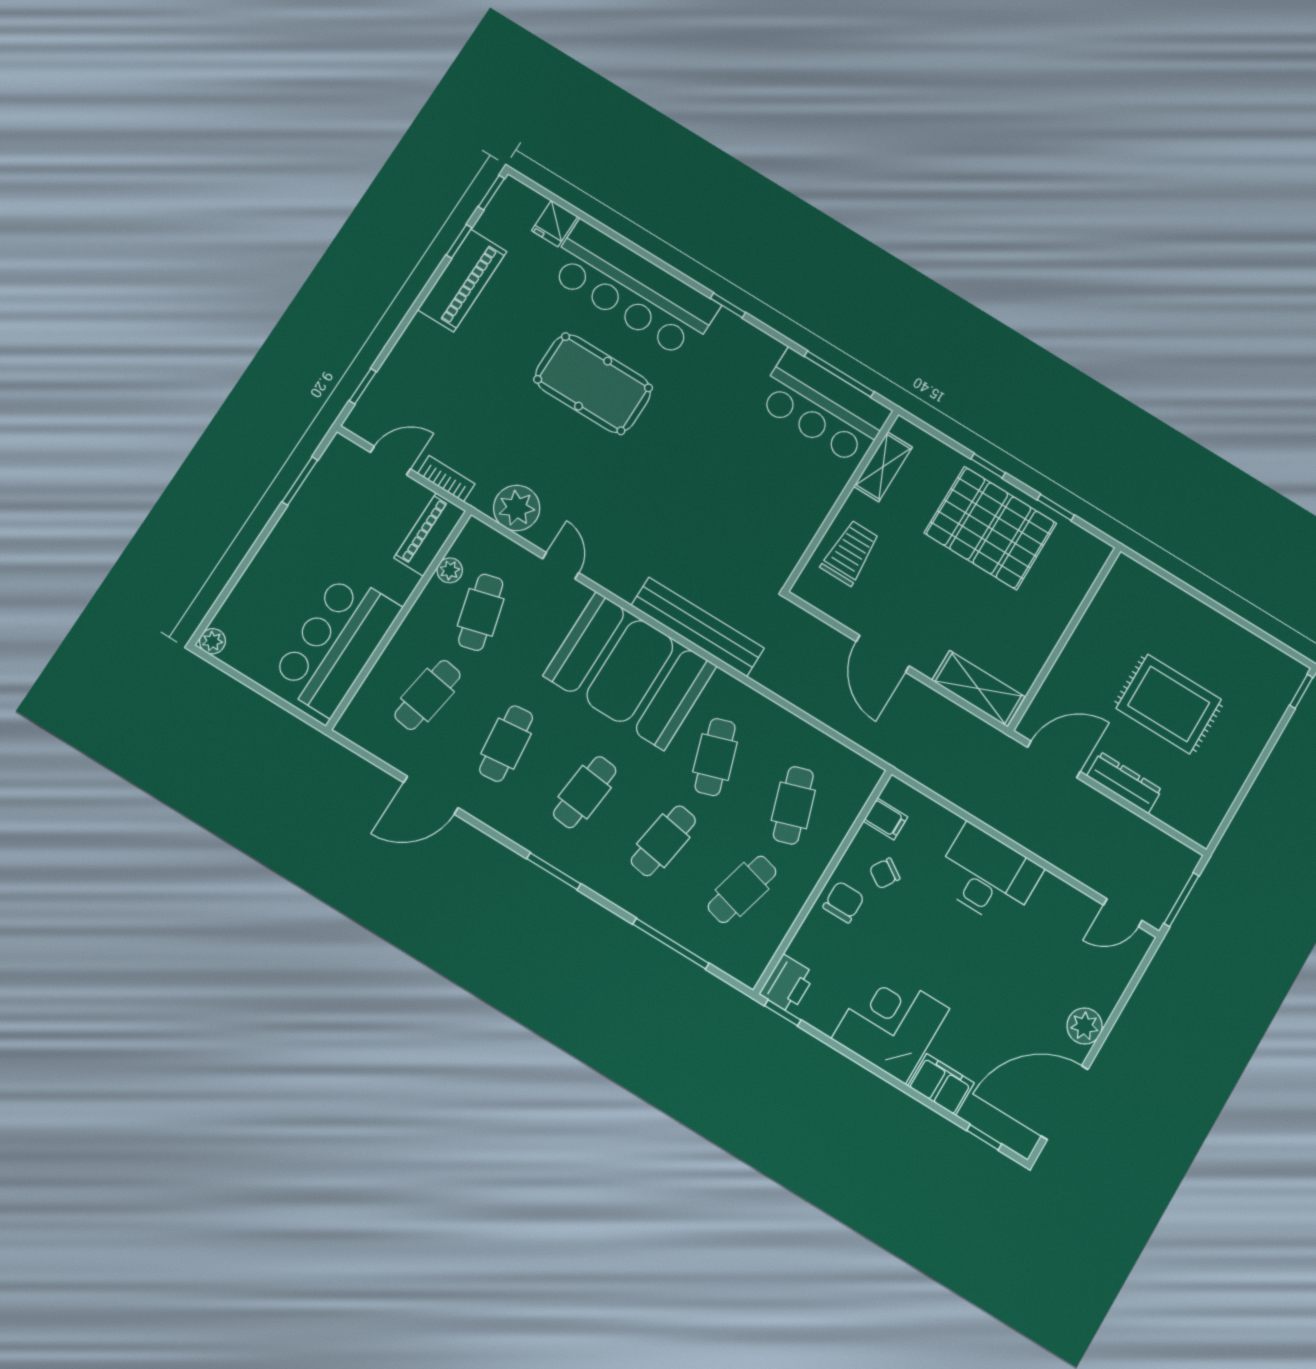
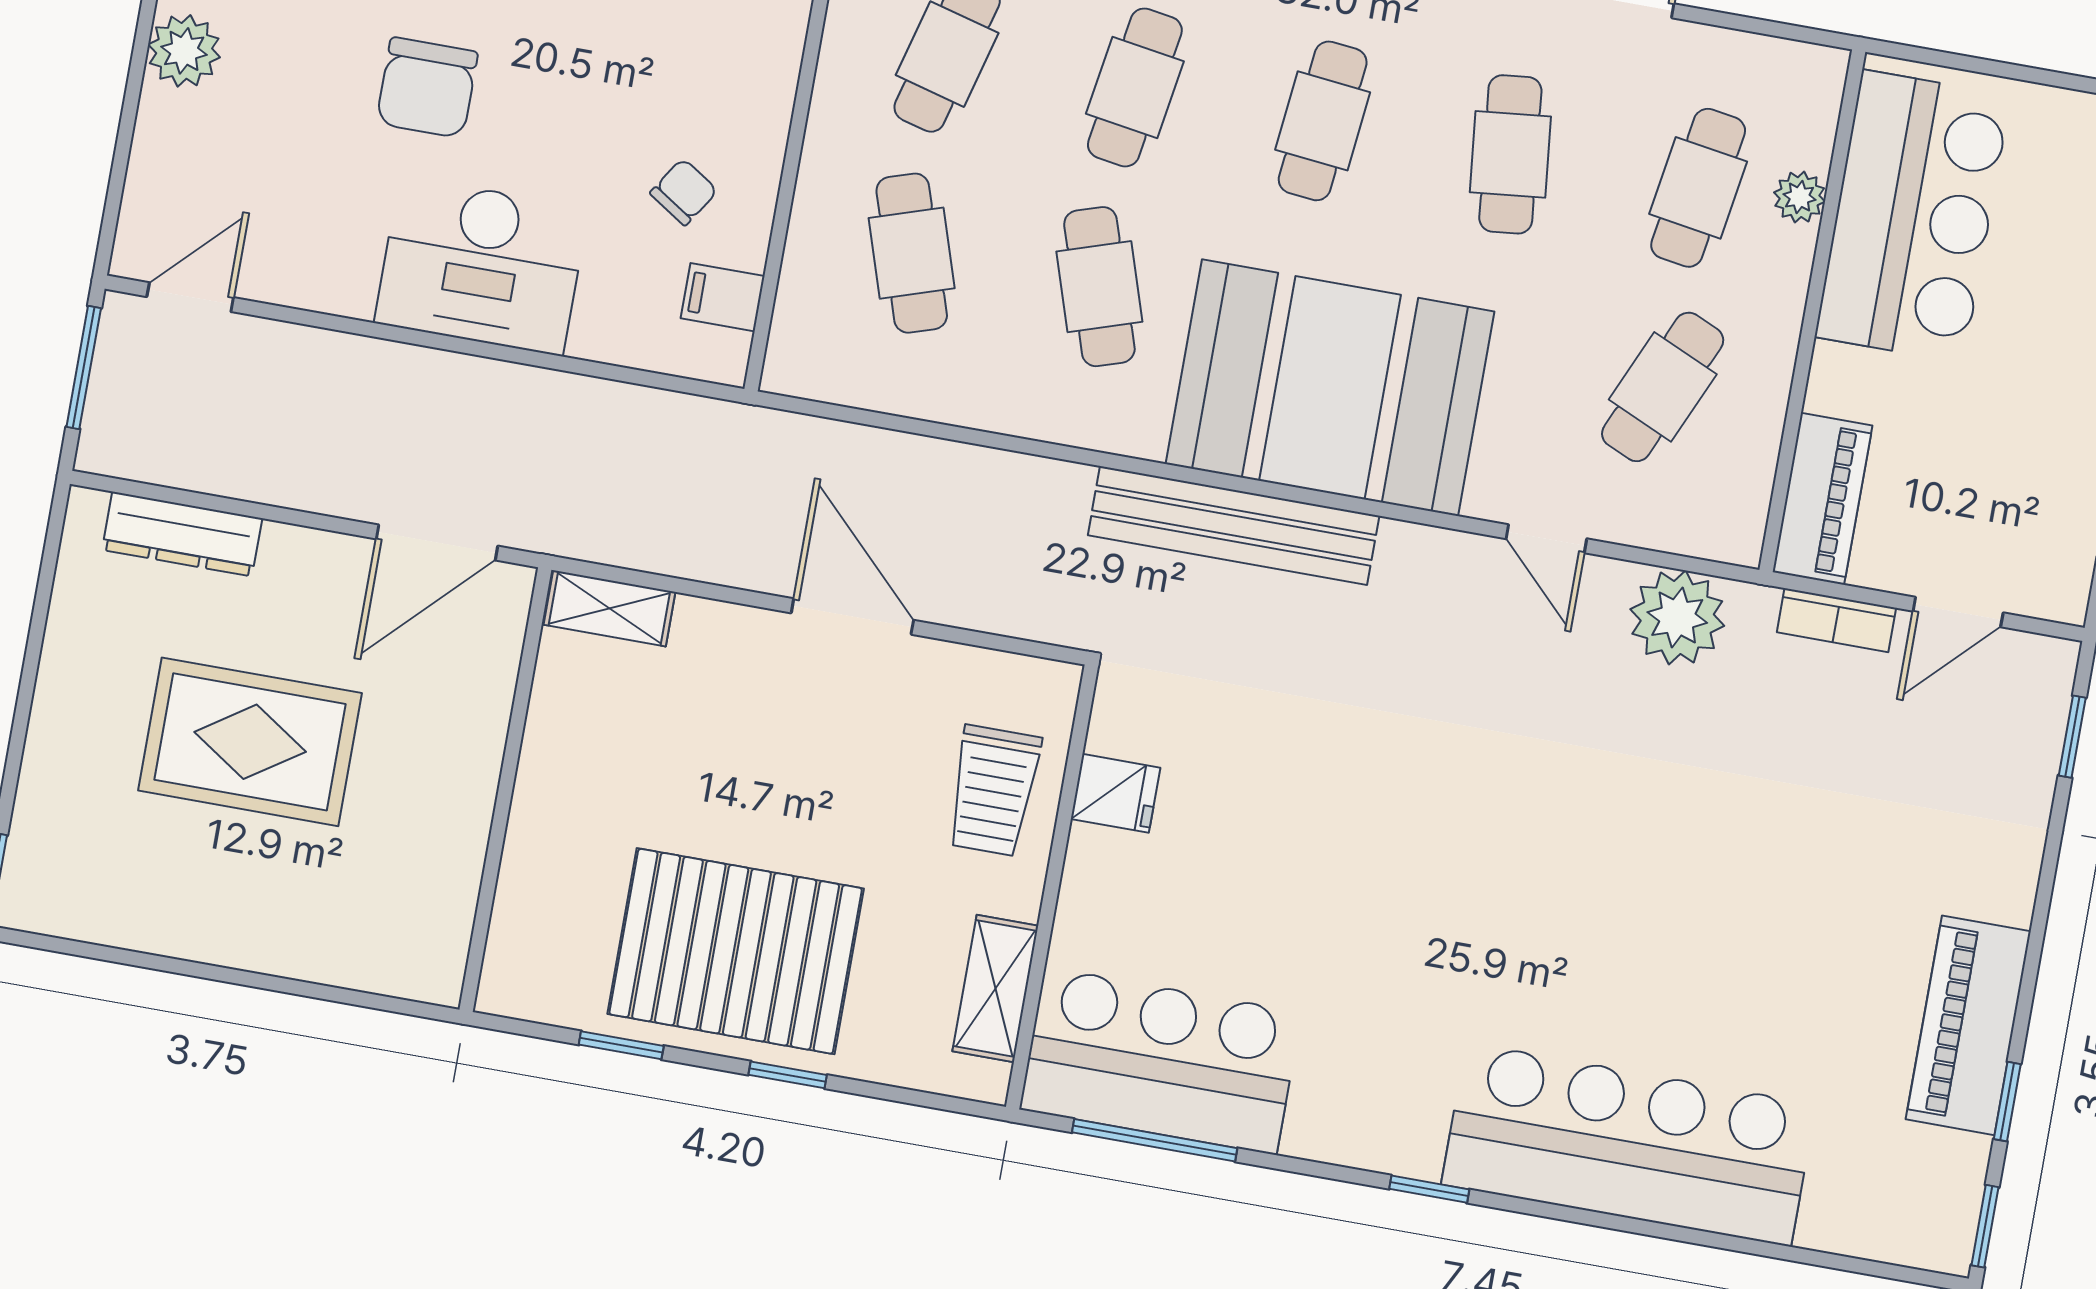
fridge: (555, 224) -> (1116, 793), moved, turned 90
pool table: (593, 384) -> (1630, 923), removed
plant: (450, 570) -> (1800, 197), moved
cafe table: (481, 612) -> (1663, 387), turned 39
shelving: (978, 689) -> (609, 608), width x0.67, depth x0.75
dresser: (1124, 783) -> (182, 534), moved
chair: (844, 902) -> (427, 88), moved, width x1.37, depth x1.37

